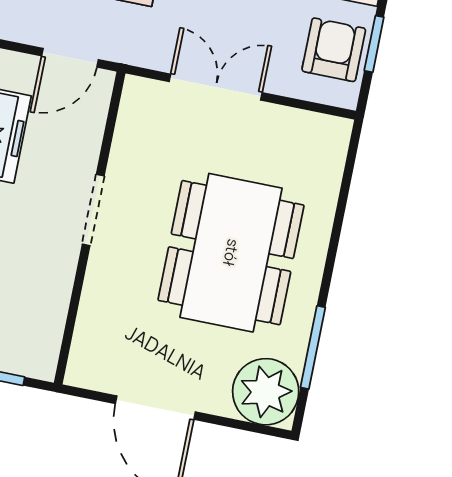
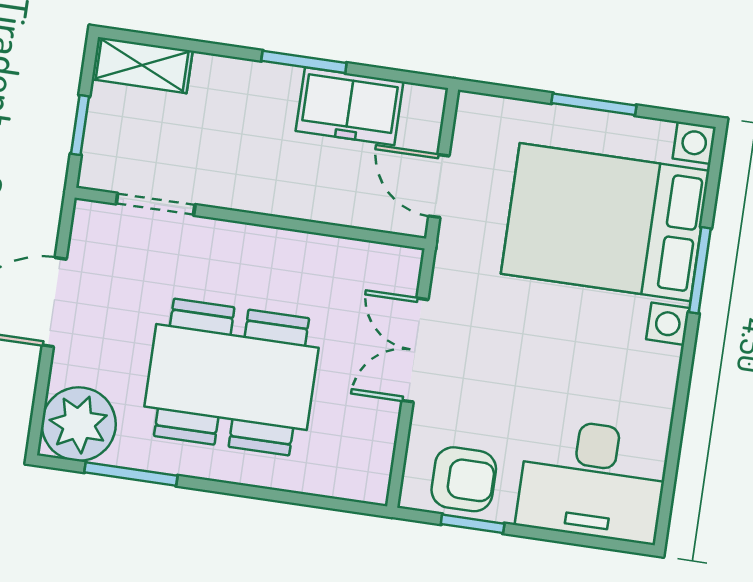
double door: (216, 87) -> (415, 350), swing flipped
doorway: (93, 210) -> (156, 204), moved

